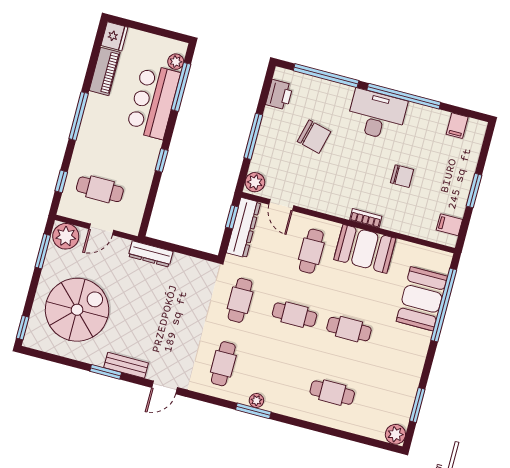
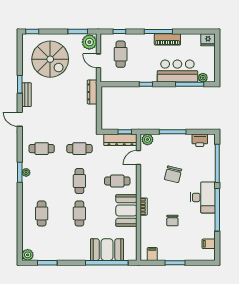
piano: (105, 71) -> (167, 39), moved
chair: (314, 137) -> (173, 174), moved

